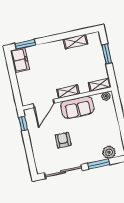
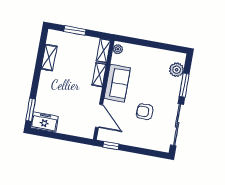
shelving: (68, 92) -> (99, 75), moved

